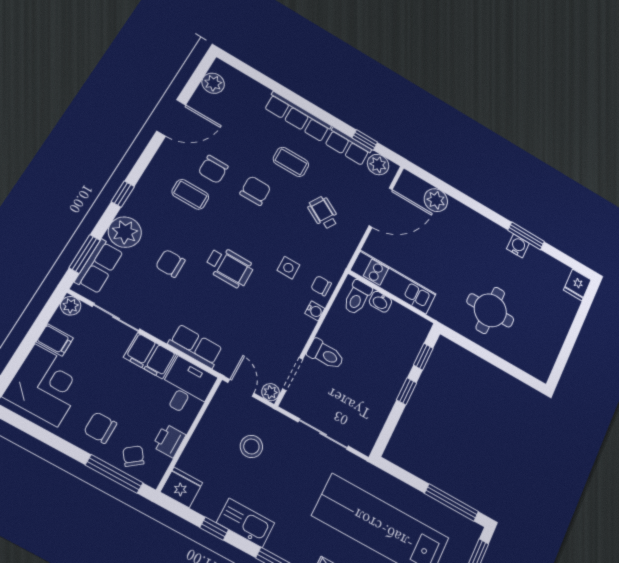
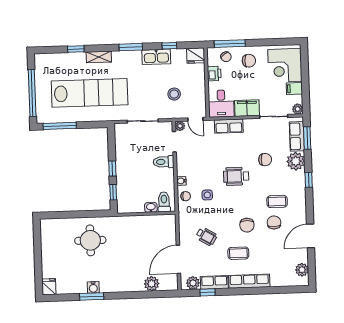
kitchen unit: (393, 282) -> (150, 222), removed

